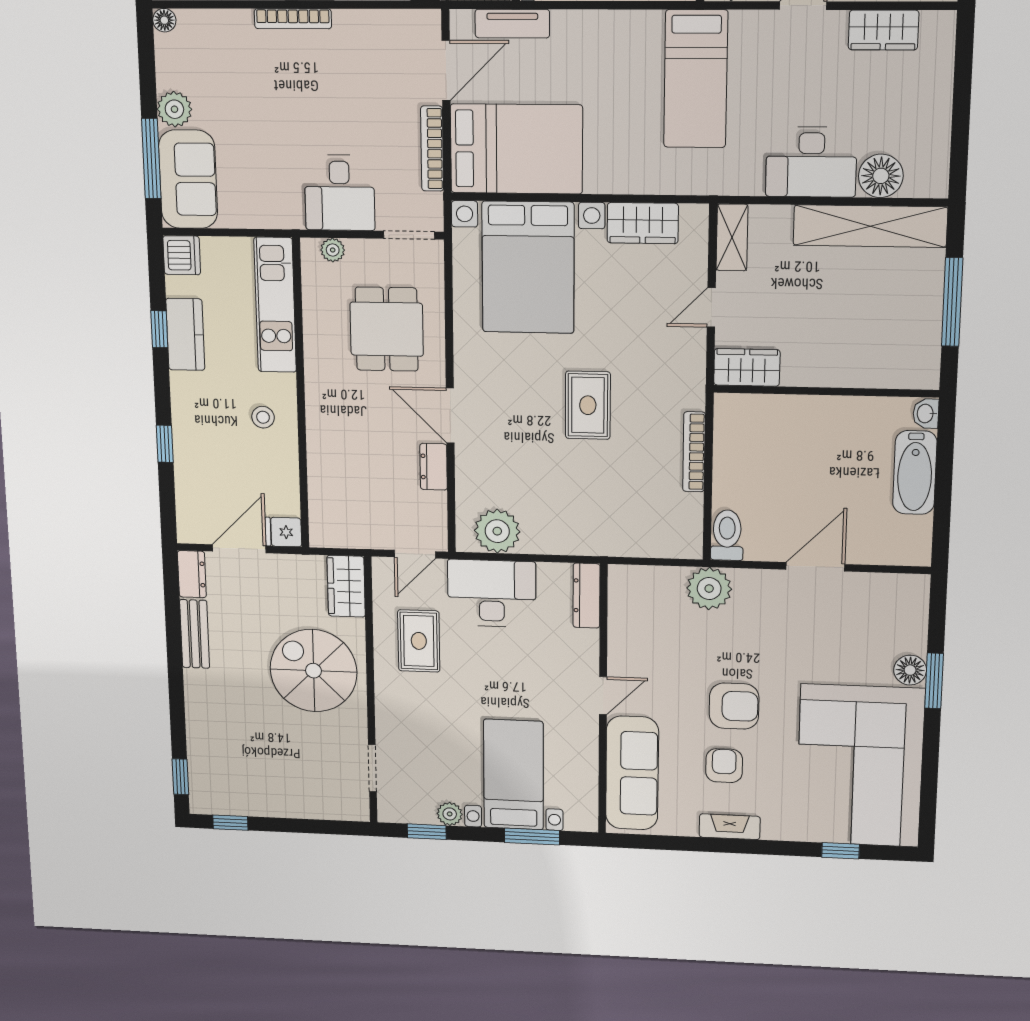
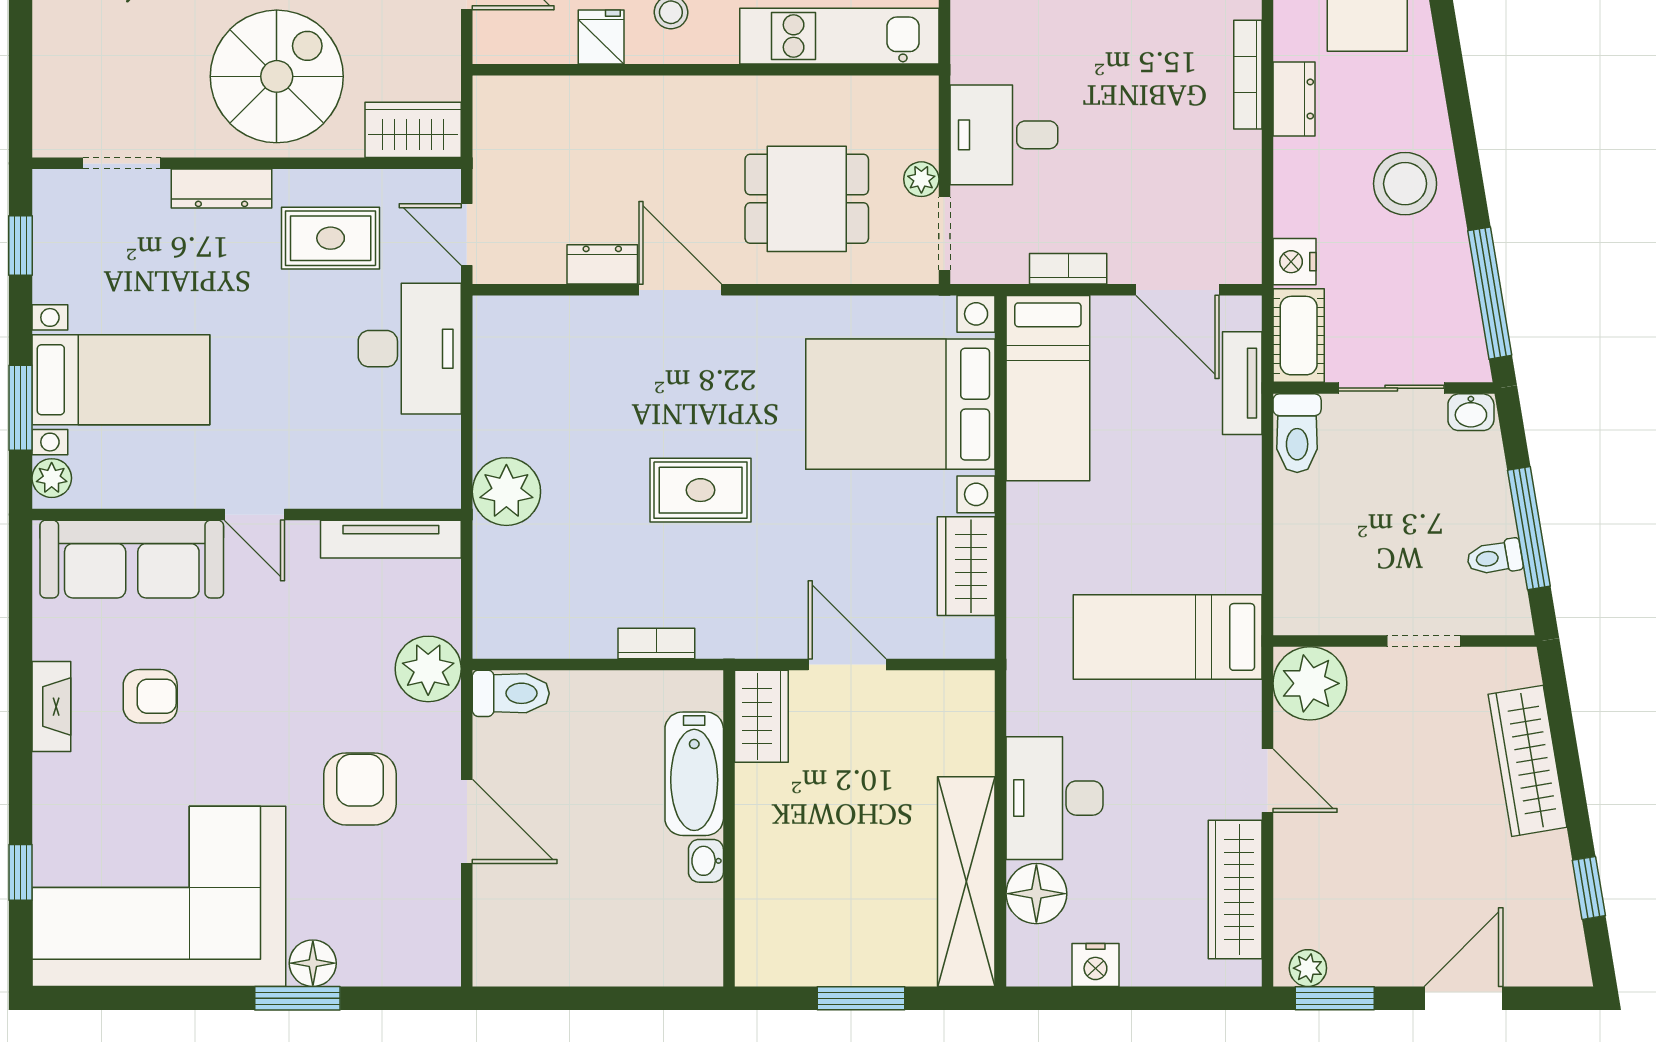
wardrobe: (883, 30) -> (1235, 890), width x1.50
nightstand: (935, 134) -> (1095, 965), added
bookcase: (432, 149) -> (1068, 269), width x0.64
bed: (516, 149) -> (1048, 388), width x0.67
shelving: (732, 237) -> (948, 691), removed
plant: (333, 250) -> (921, 179), moved
window: (952, 302) -> (861, 998), width x0.69
door: (711, 308) -> (847, 664), width x1.38
washbasin: (926, 414) -> (706, 861), moved, turned -90
door: (450, 416) -> (680, 290), hinge flipped
bookcase: (694, 452) -> (656, 643), width x0.64
bathtub: (915, 473) -> (694, 774), moved, turned -90
plant: (497, 531) -> (506, 492), moved
fridge: (283, 532) -> (601, 37), moved
dresser: (586, 596) -> (221, 189), moved, turned 180
tv unit: (620, 610) -> (391, 539), added
armchair: (734, 706) -> (360, 789), moved, turned 180
plant: (450, 814) -> (52, 478), moved

